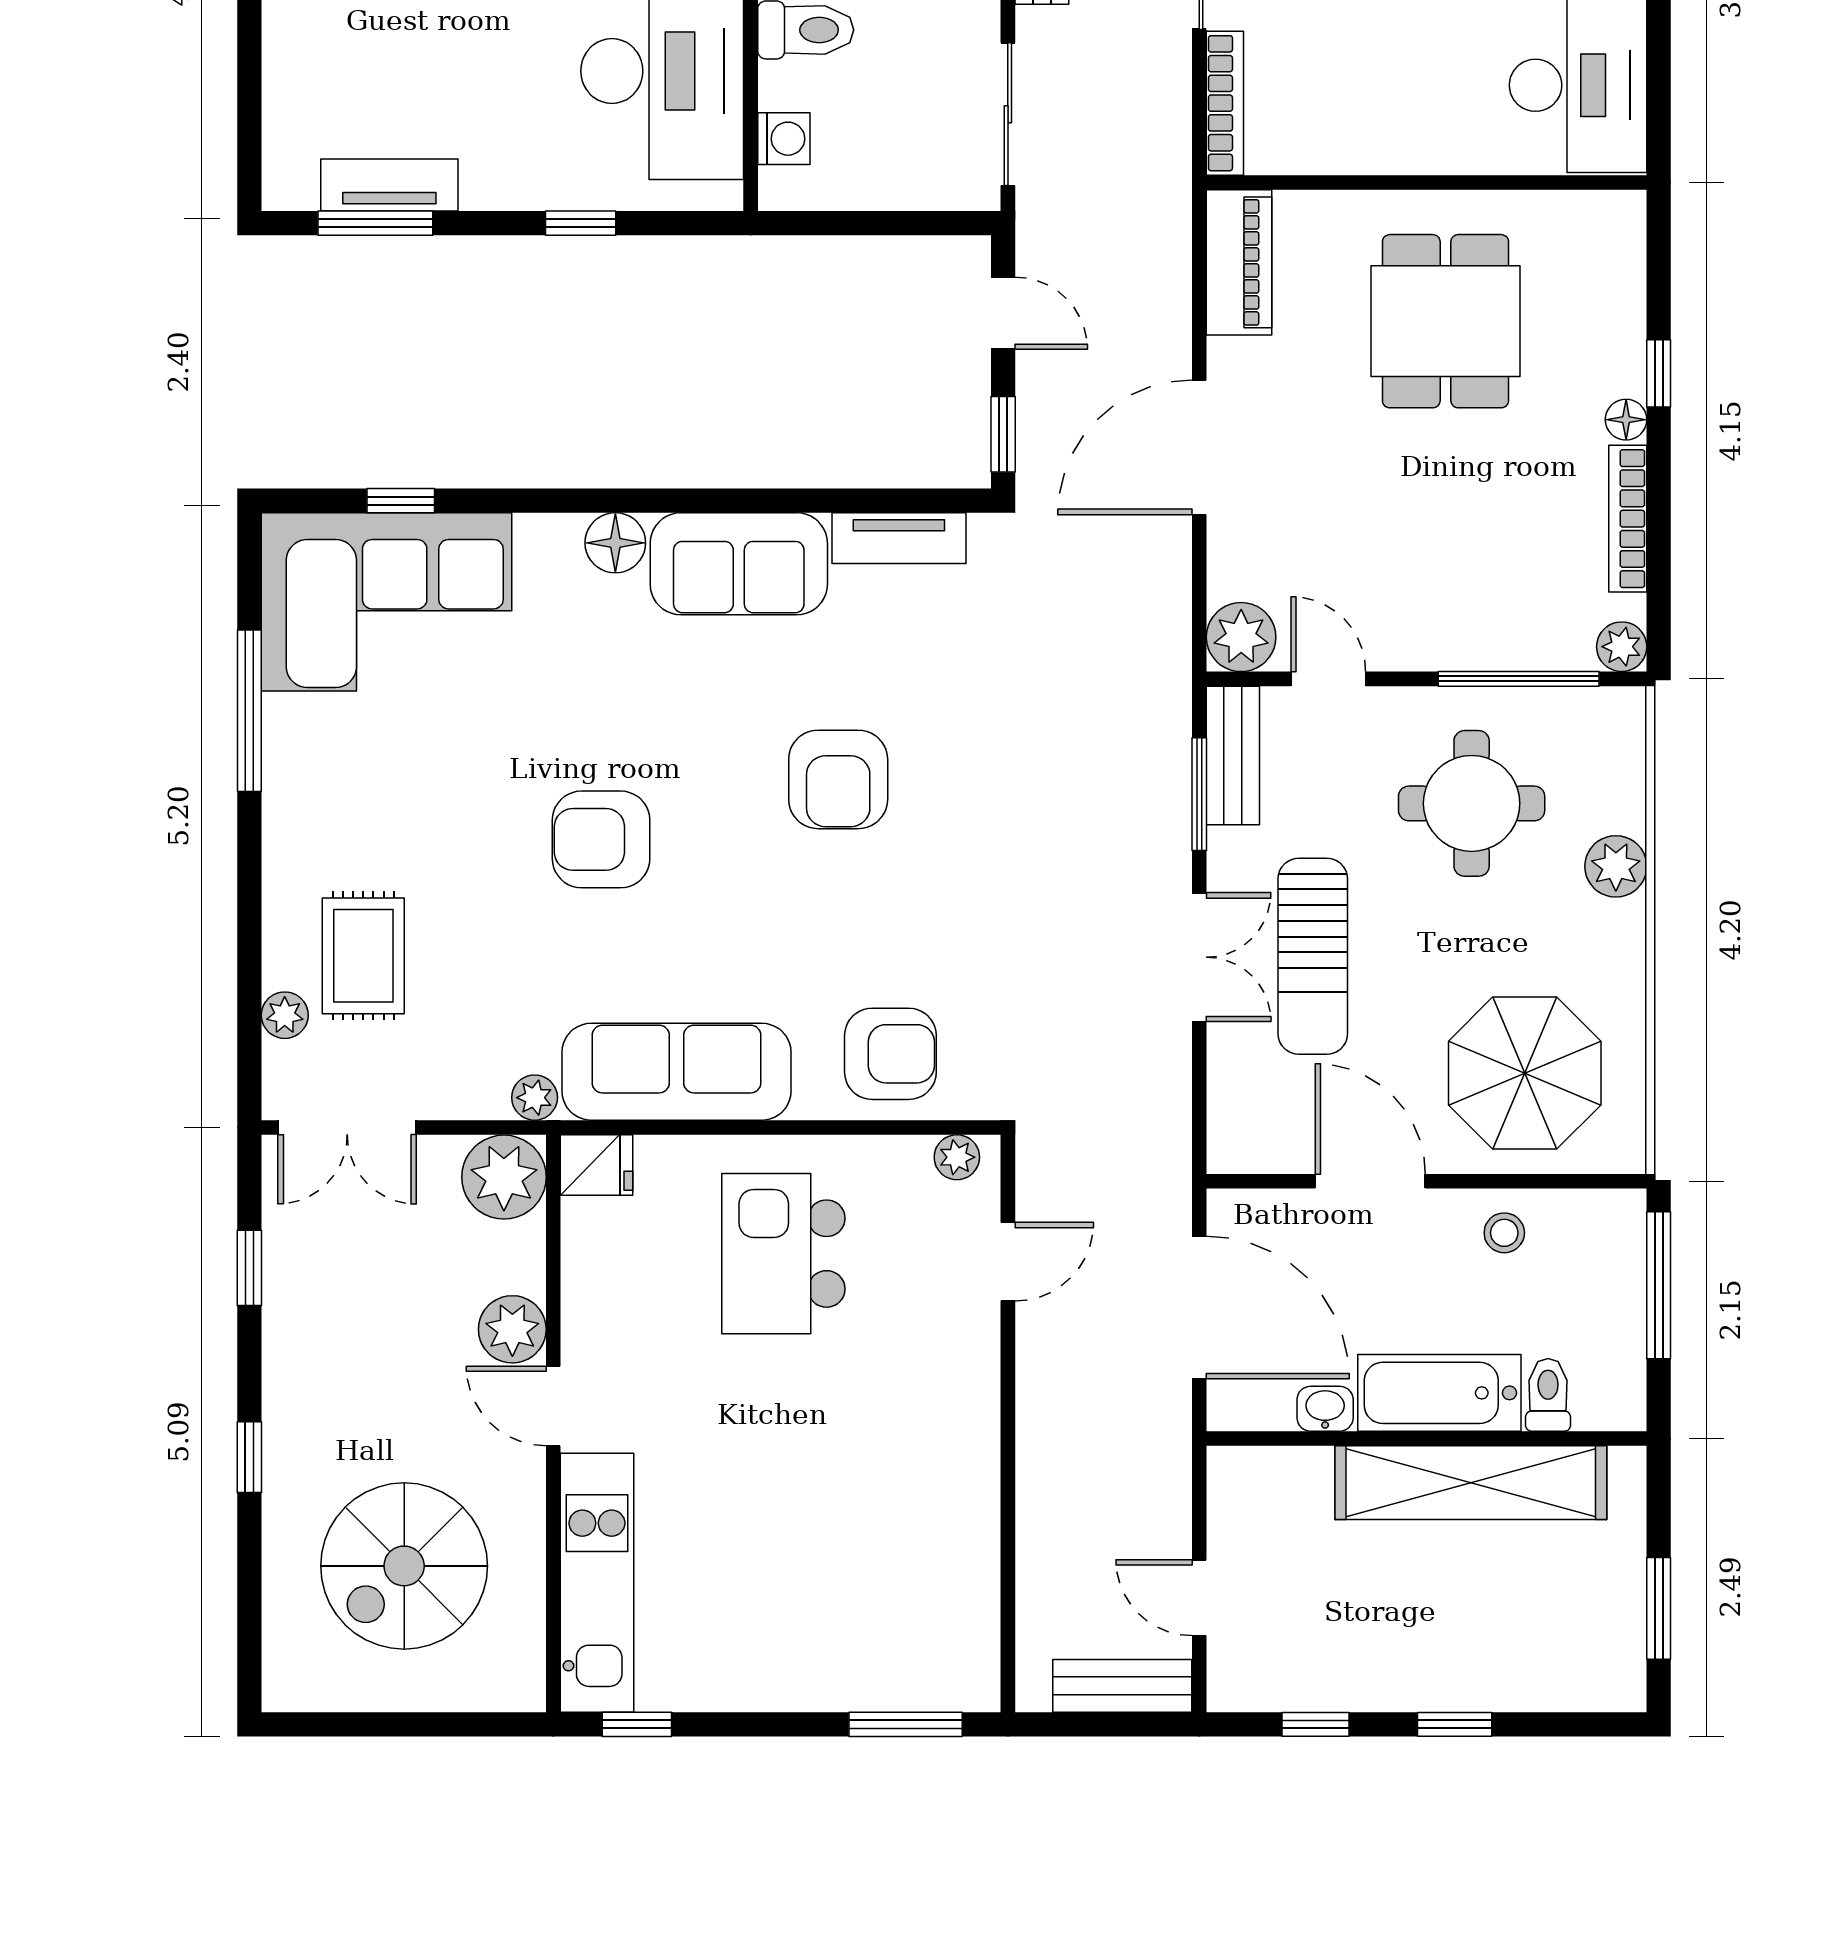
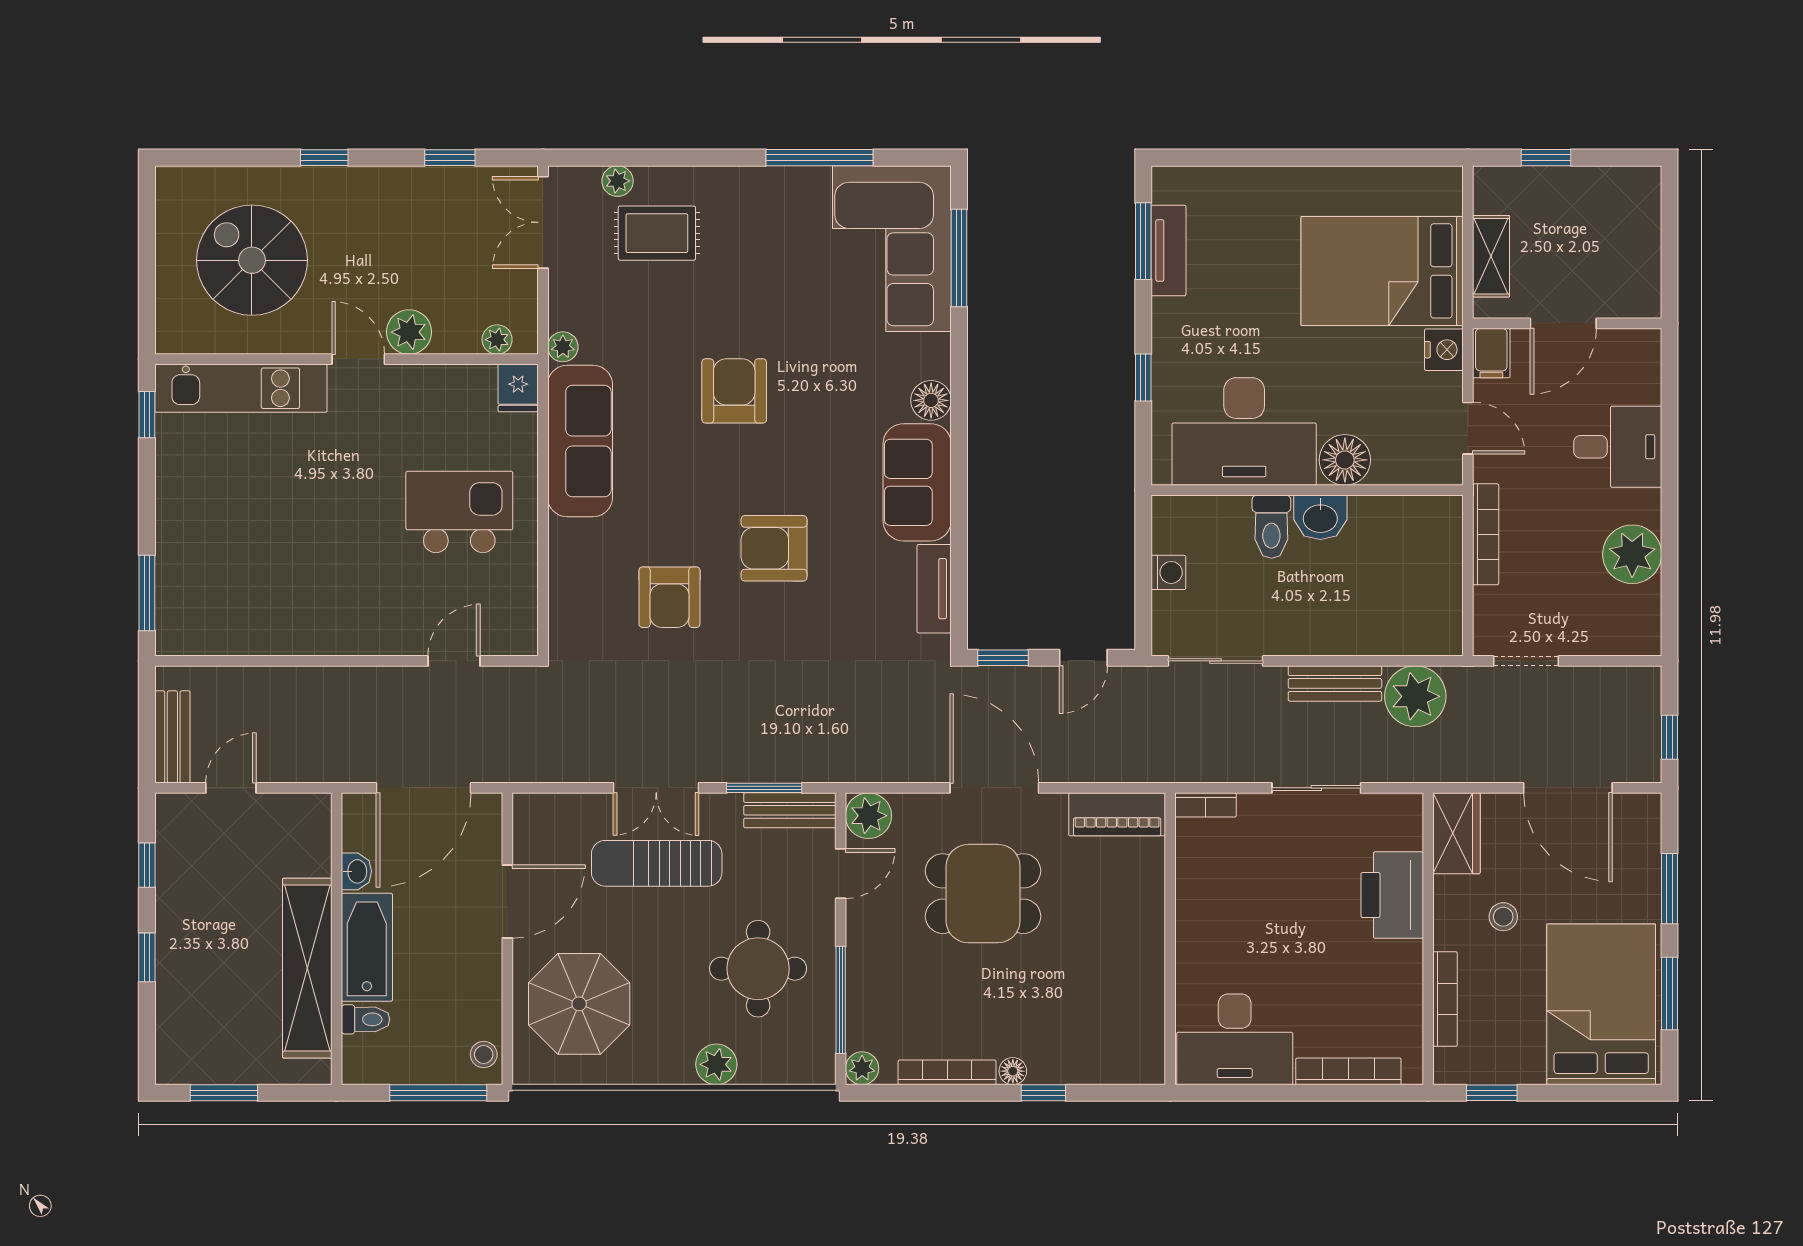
bookcase: (1225, 103) -> (1206, 805), width x0.64
washing machine: (784, 139) -> (1168, 572), moved, turned -90
dining table: (1445, 321) -> (983, 894), moved
window: (401, 501) -> (959, 258), width x2.17
armchair: (890, 1054) -> (669, 597), moved
plant: (957, 1157) -> (523, 627), removed
plant: (504, 1177) -> (497, 340), width x0.53, depth x0.53
stool: (1504, 1233) -> (484, 1055), moved
door: (1008, 1262) -> (454, 661), swing flipped
door: (553, 1406) -> (358, 359), hinge flipped

